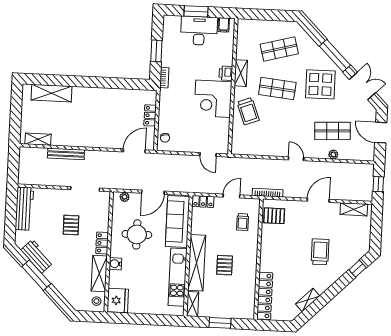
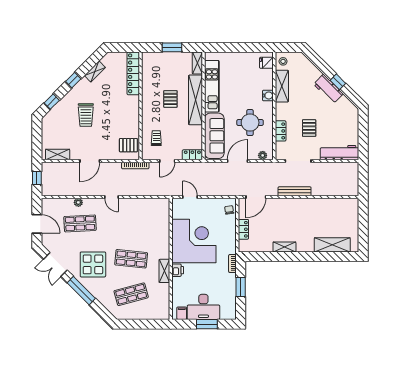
corner desk: (213, 99) -> (194, 241), width x1.36, depth x1.36
trolley: (248, 111) -> (156, 237), removed
shelving: (38, 139) -> (284, 247), moved
bench: (66, 154) -> (295, 191), moved
workbench: (24, 209) -> (340, 153), moved, turned 90
locker: (102, 243) -> (281, 131), moved
workbench: (37, 256) -> (328, 89), moved
window: (36, 275) -> (338, 82), width x0.46
window: (332, 292) -> (73, 80), added
fridge: (118, 300) -> (266, 63), width x0.53, depth x0.75

